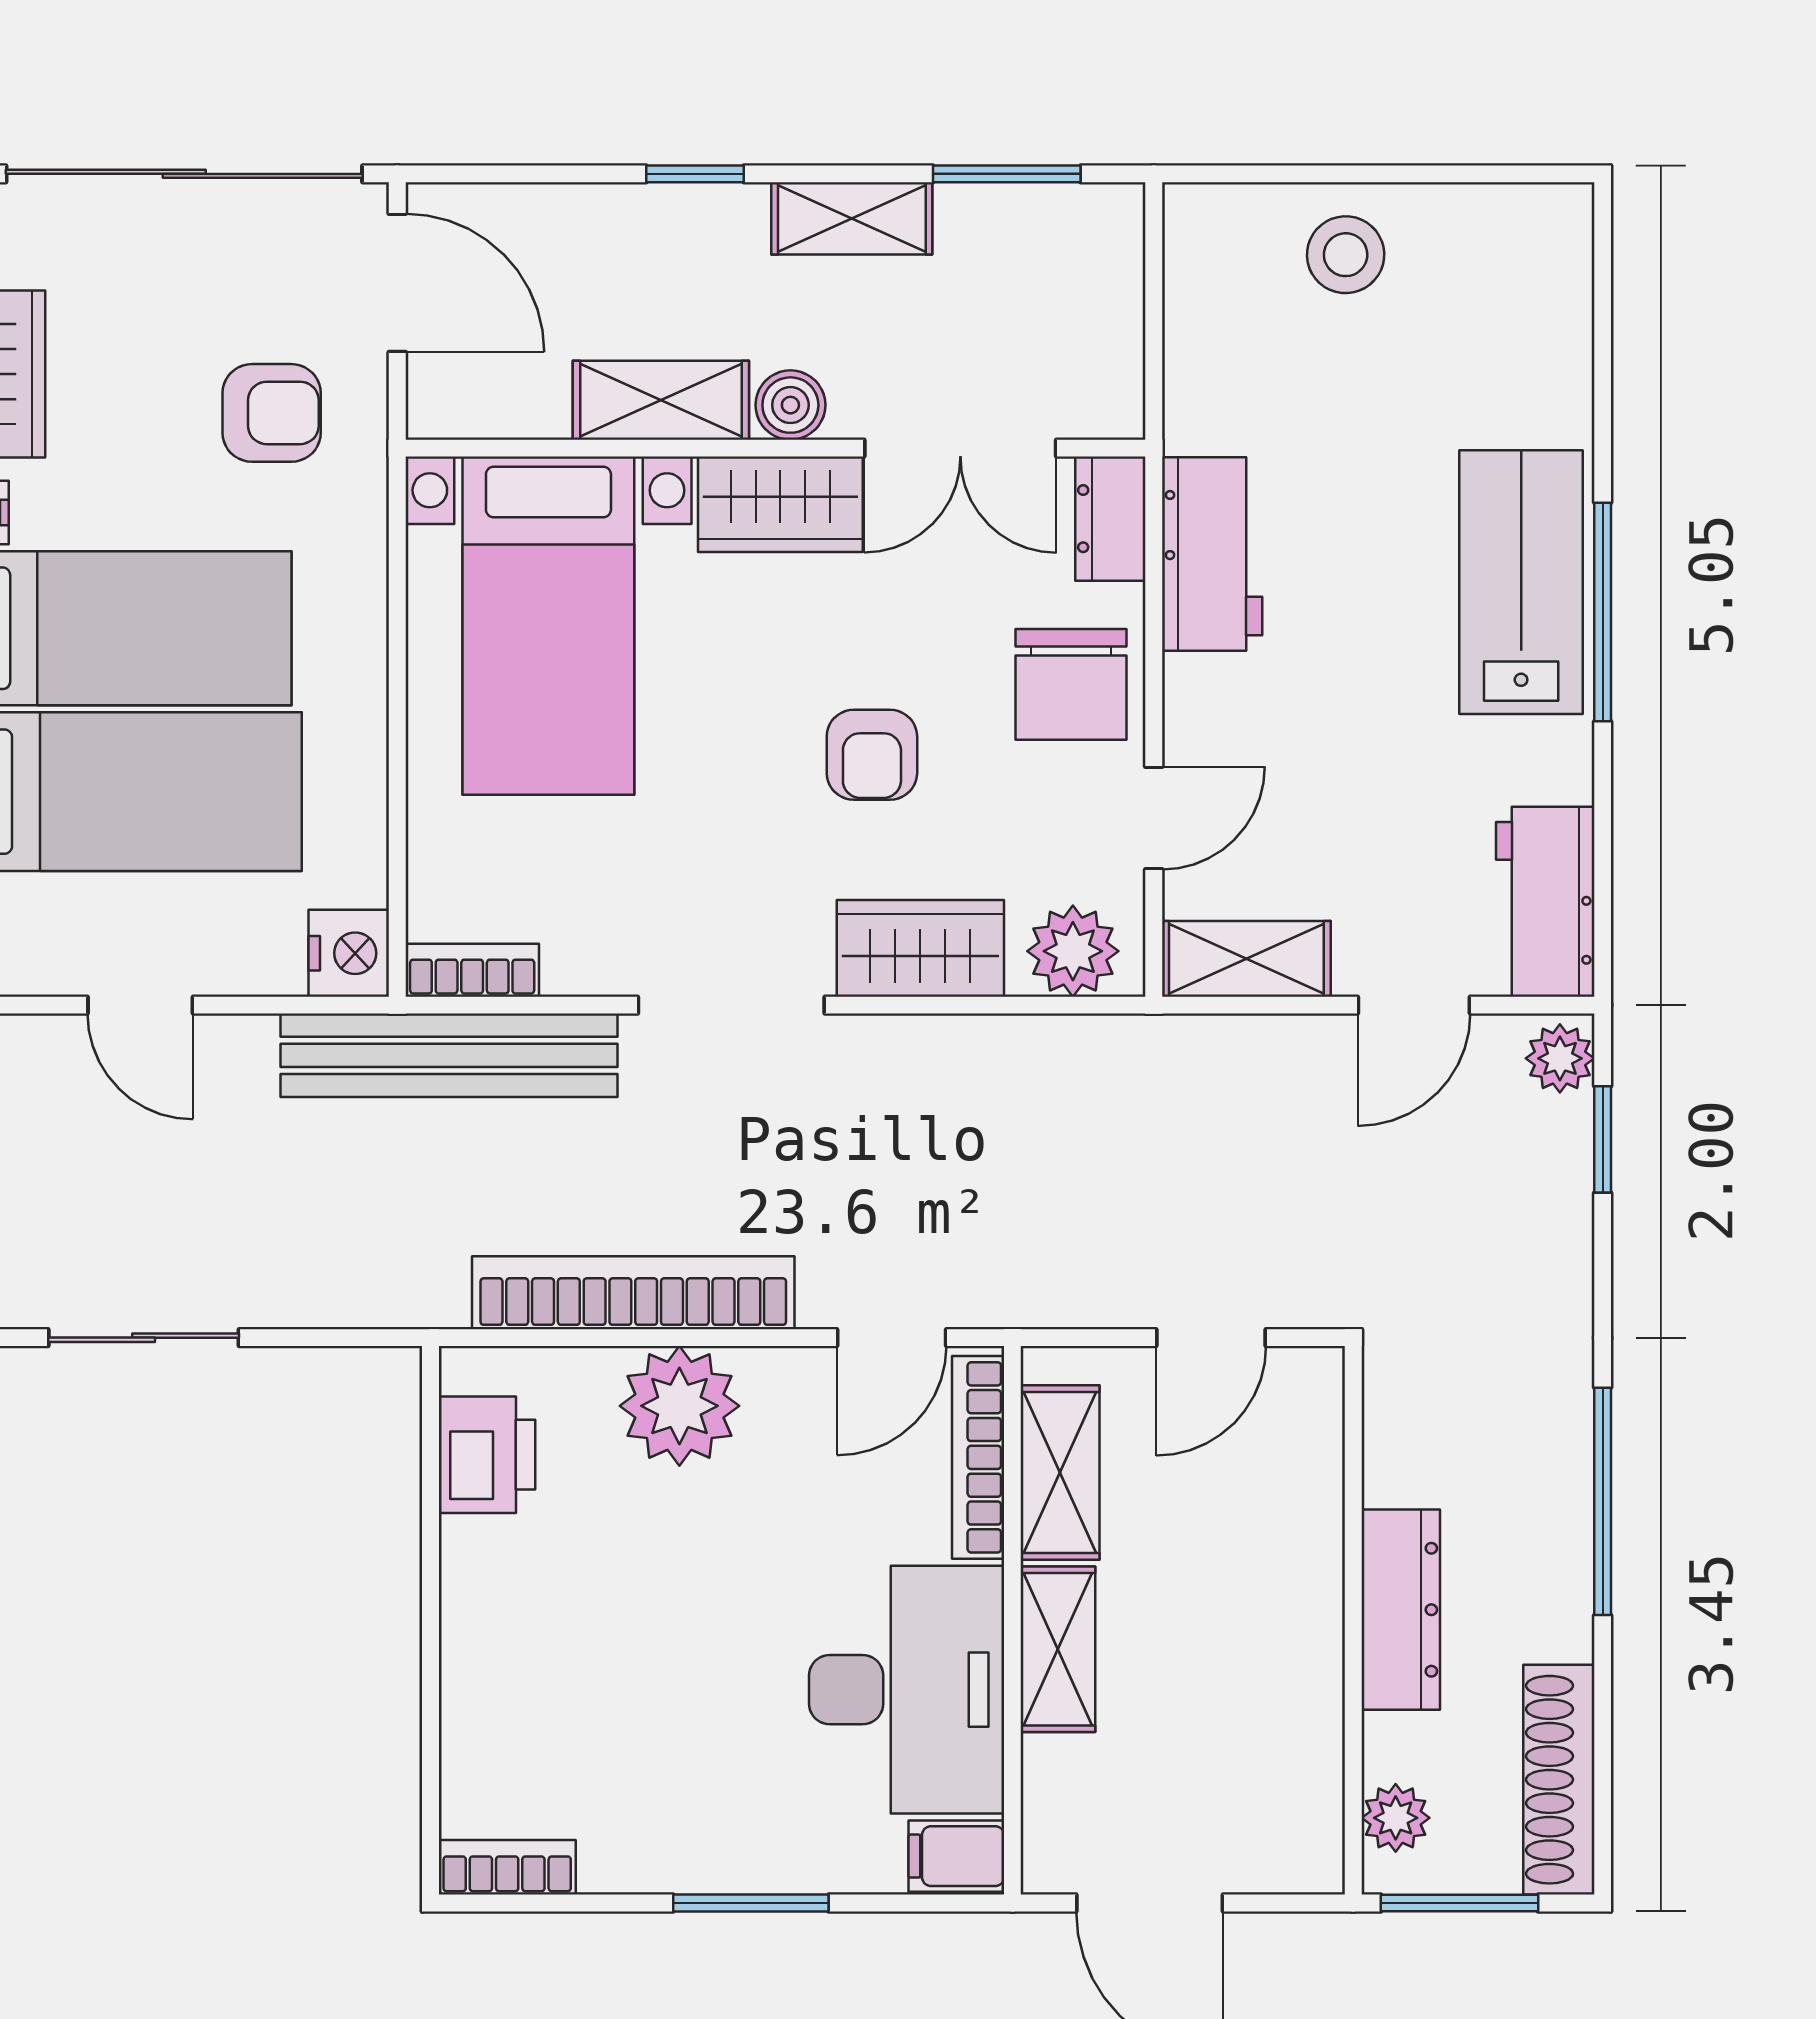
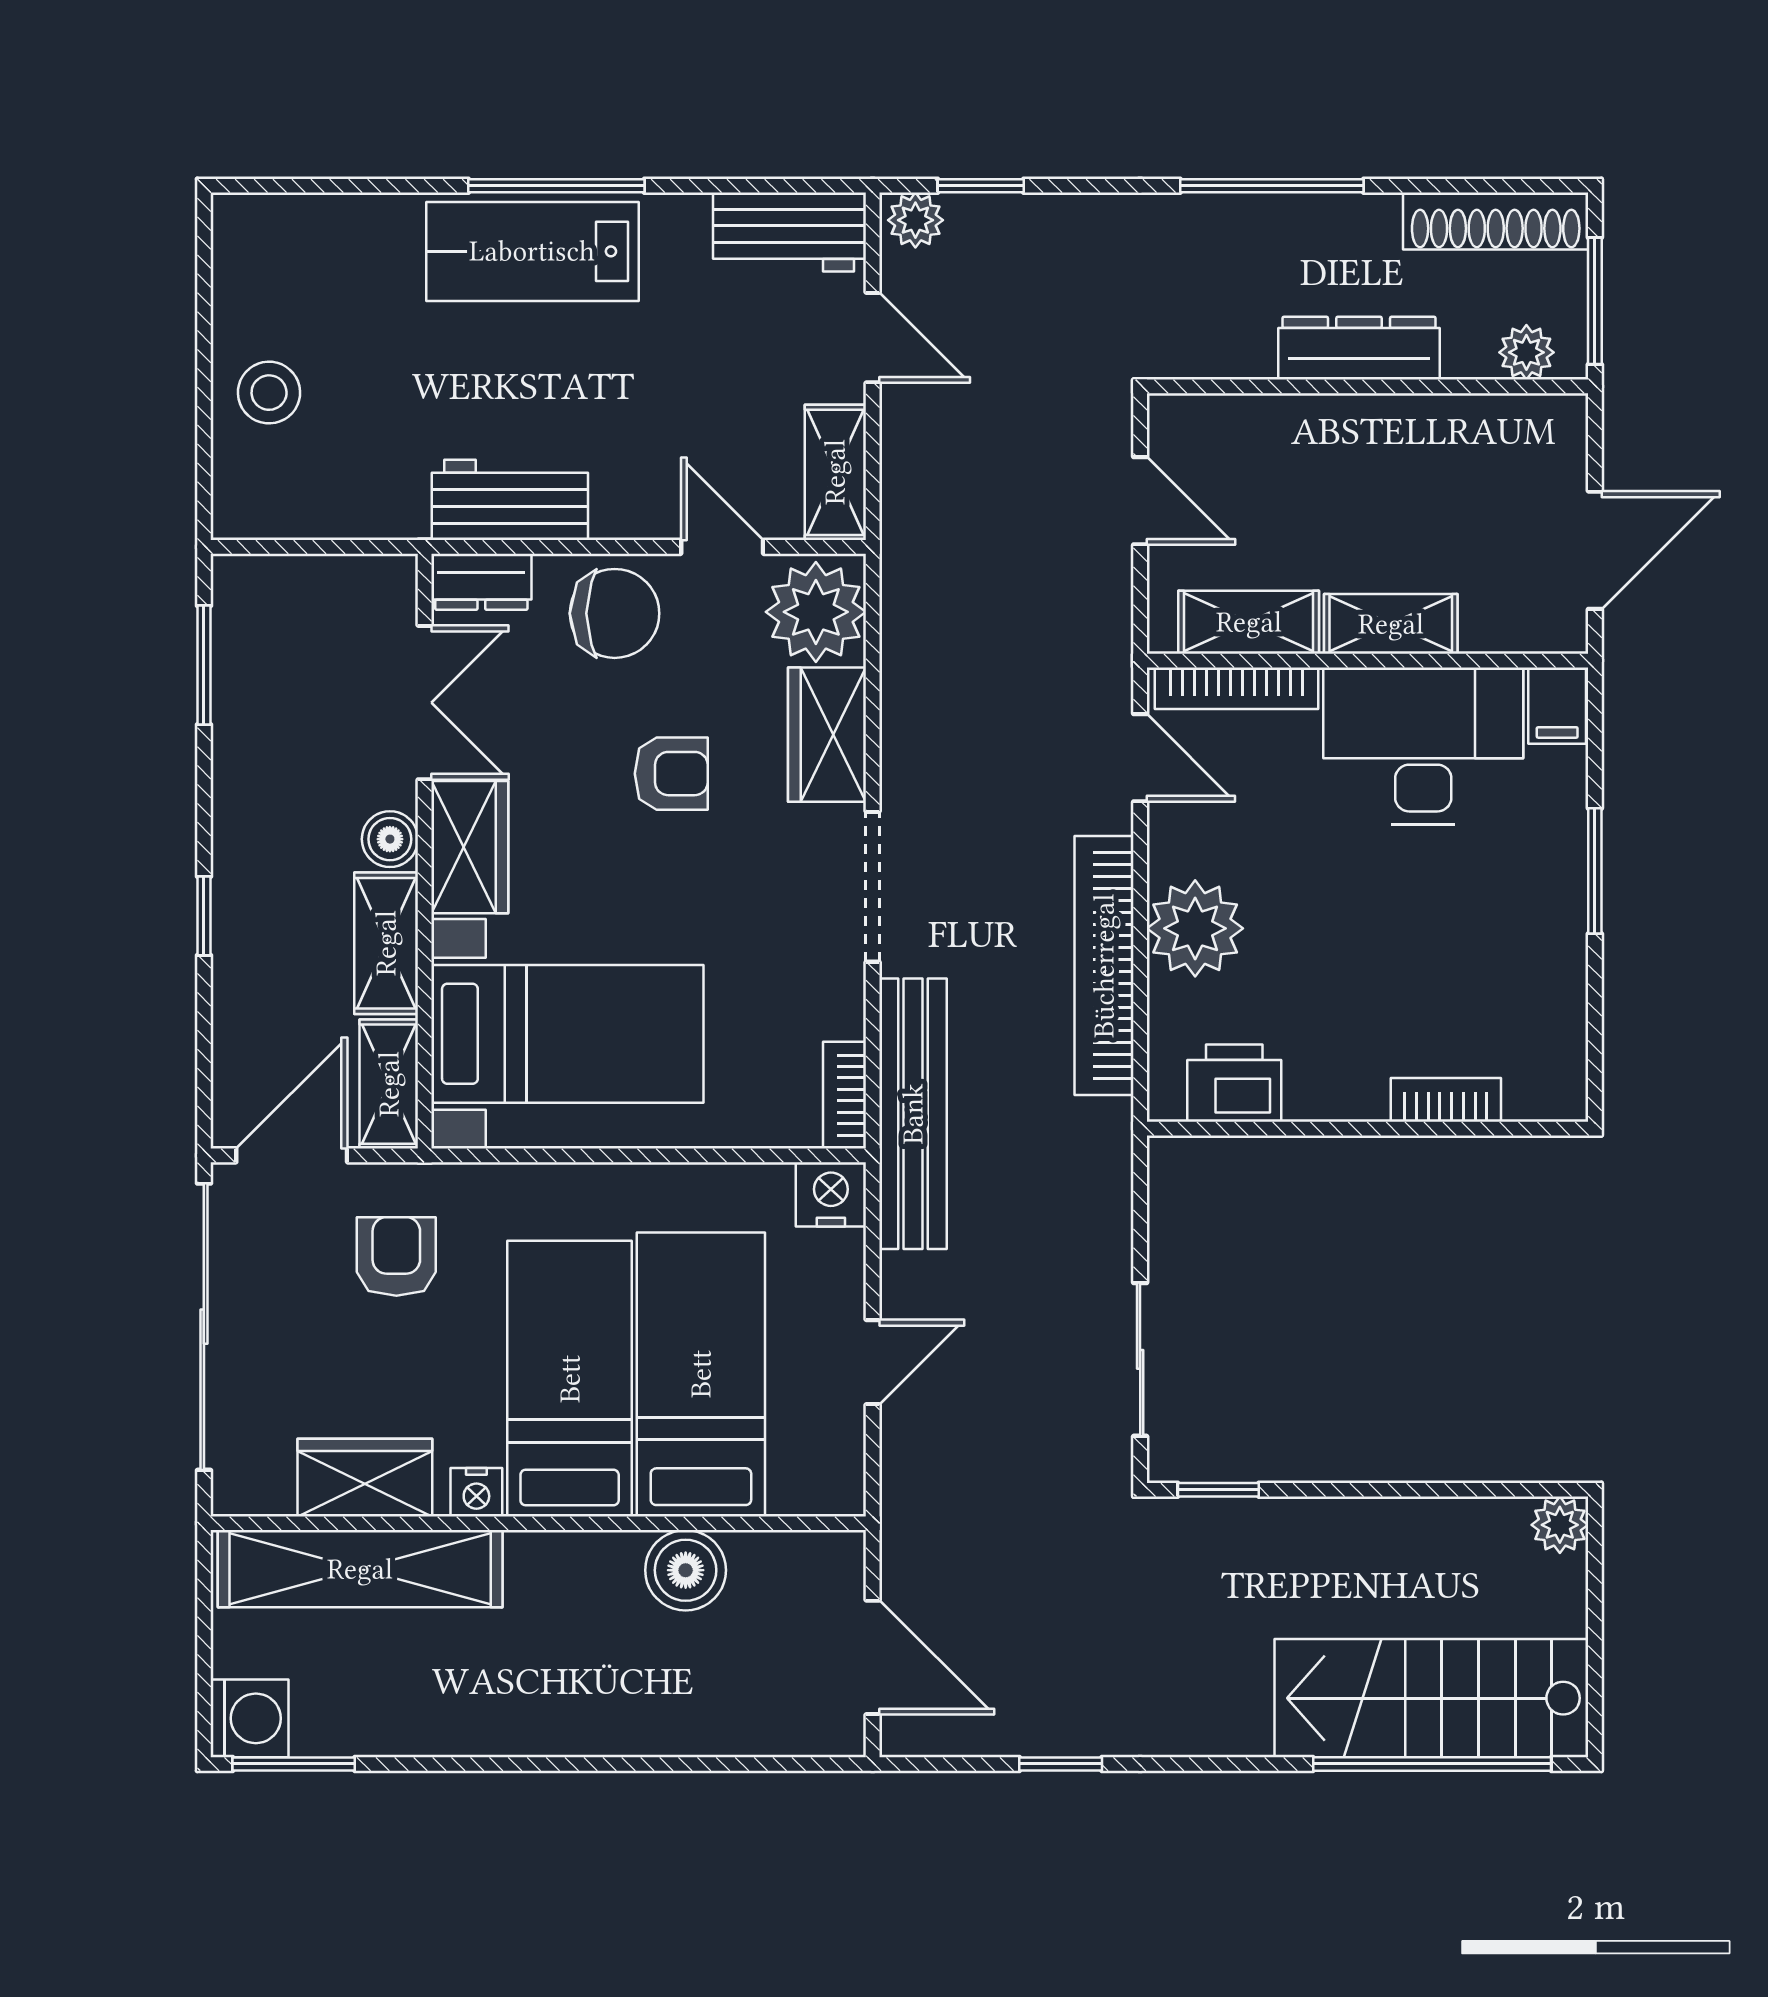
shelving: (852, 218) -> (389, 1084), moved
plant: (1073, 951) -> (816, 612), width x1.36, depth x1.36
bookcase: (507, 1867) -> (1446, 1100), moved, turned 90

